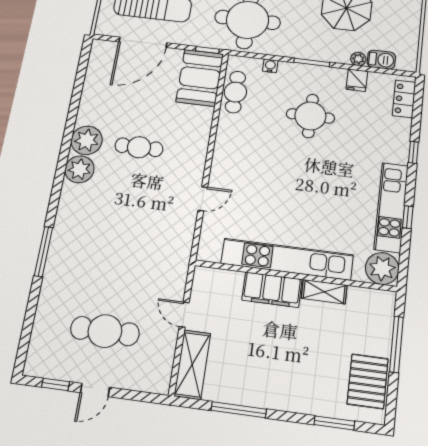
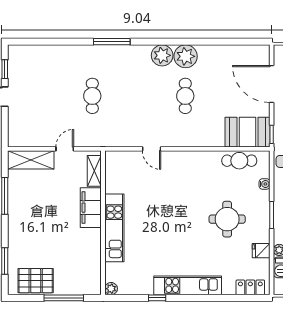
window: (413, 152) -> (208, 298), removed
kitchen unit: (391, 207) -> (188, 285), moved
window: (43, 252) -> (112, 42), moved
kitchen unit: (287, 259) -> (114, 228), width x0.73
plant: (382, 268) -> (111, 289), width x0.53, depth x0.53
shelving: (324, 292) -> (94, 171), moved
cafe table: (105, 331) -> (92, 96), moved, width x0.73, depth x0.74

